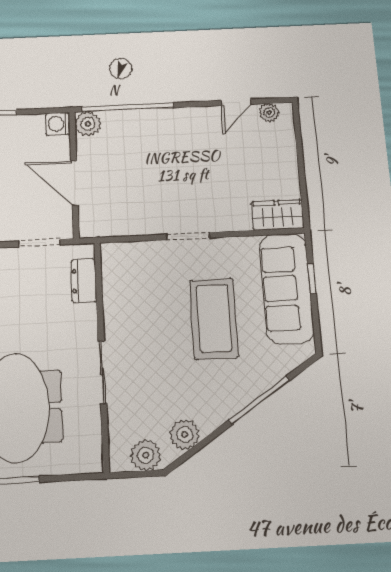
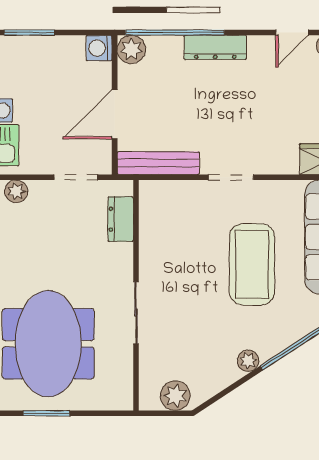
dresser: (166, 119) -> (215, 47), added
door: (74, 183) -> (115, 114), hinge flipped
bench: (118, 226) -> (158, 163), added
plant: (185, 434) -> (248, 361), moved, width x0.73, depth x0.73

